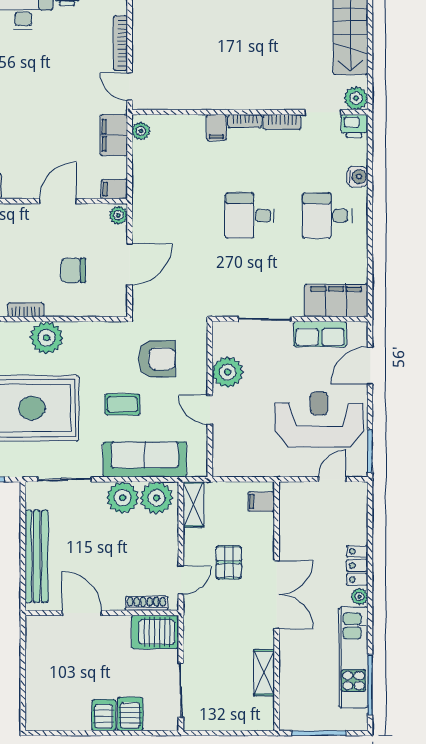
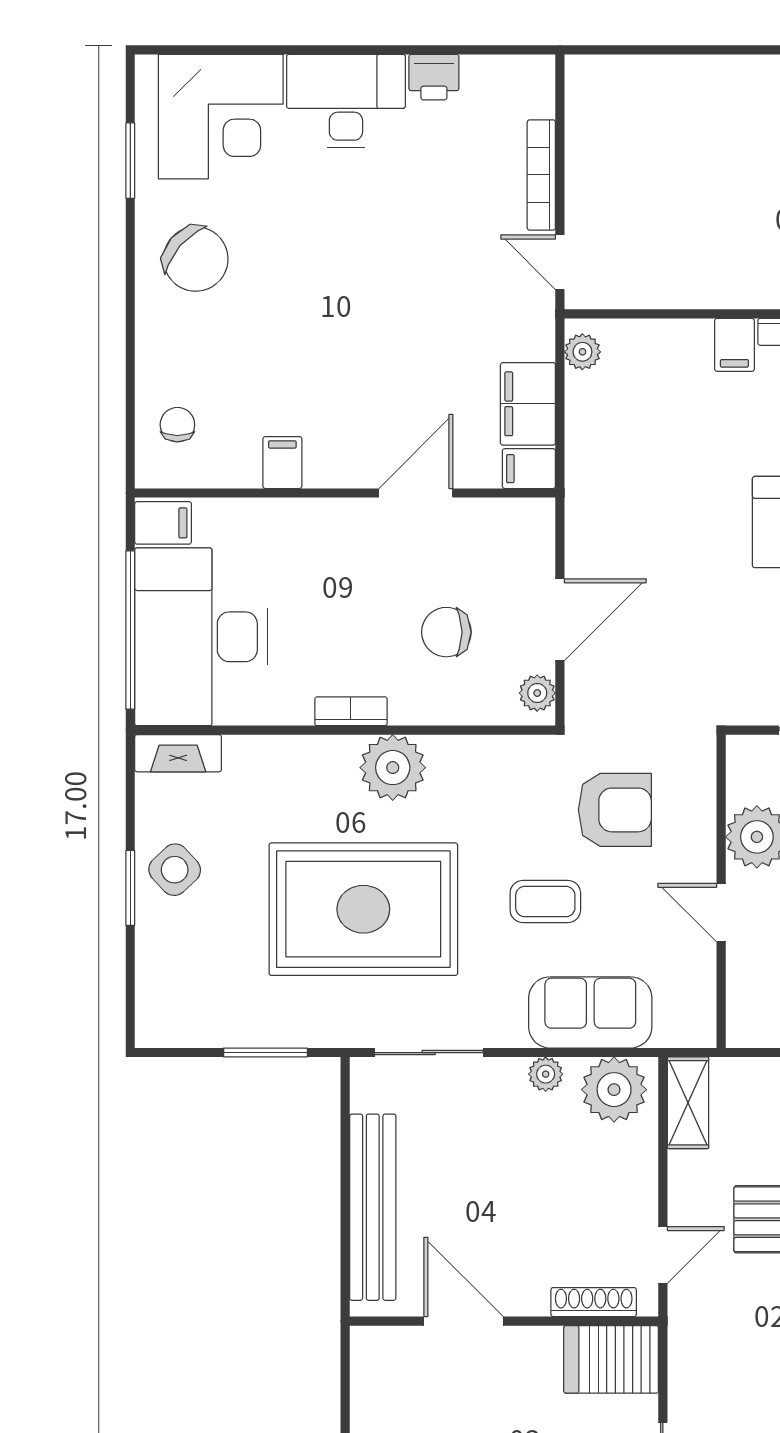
filing cabinet: (114, 135) -> (528, 404), moved
plant: (118, 215) -> (537, 693), moved
sofa: (145, 459) -> (590, 1012), width x0.73
plant: (123, 498) -> (546, 1074), width x0.53, depth x0.53

